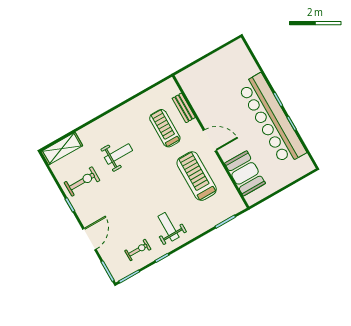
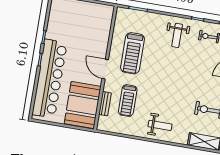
bar counter: (272, 119) -> (50, 79), moved
weight bench: (118, 154) -> (160, 125), moved, turned 180
booth: (245, 173) -> (83, 105), moved, width x1.36, depth x1.42

